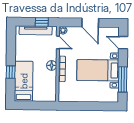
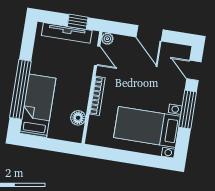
floor lamp: (52, 65) -> (78, 118), moved
bed with nightstands: (98, 70) -> (147, 127), moved
window: (11, 72) -> (20, 89), width x3.17
window: (123, 79) -> (188, 110), moved

